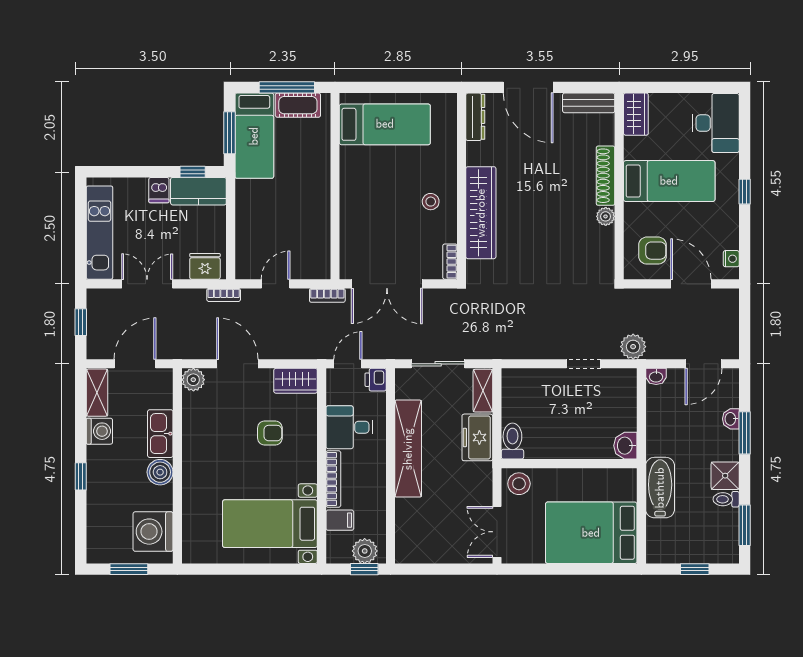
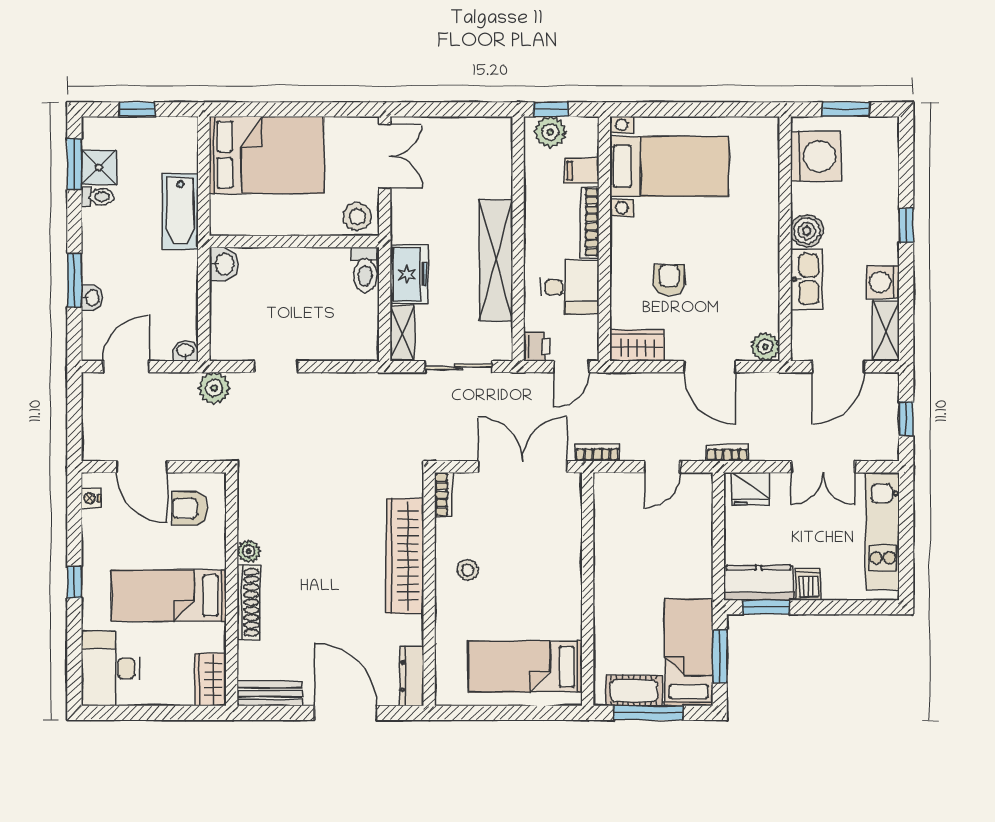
window: (193, 172) -> (766, 607), width x1.50
armchair: (270, 433) -> (669, 280), turned 90
shower: (725, 476) -> (99, 167), moved

